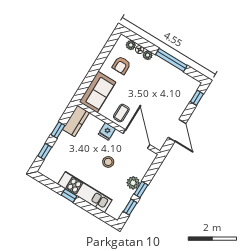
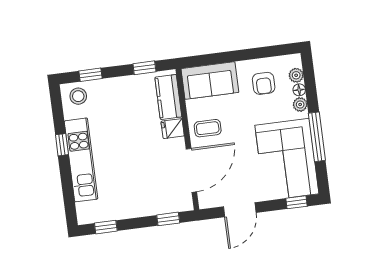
armchair: (121, 65) -> (264, 83), turned -90
corner sofa: (171, 85) -> (287, 159), added
kitchen counter: (76, 121) -> (168, 97), moved, turned 90
window: (58, 130) -> (144, 68), moved
stool: (108, 162) -> (78, 96), moved
plant: (133, 183) -> (137, 208), removed
window: (141, 189) -> (168, 219), moved

